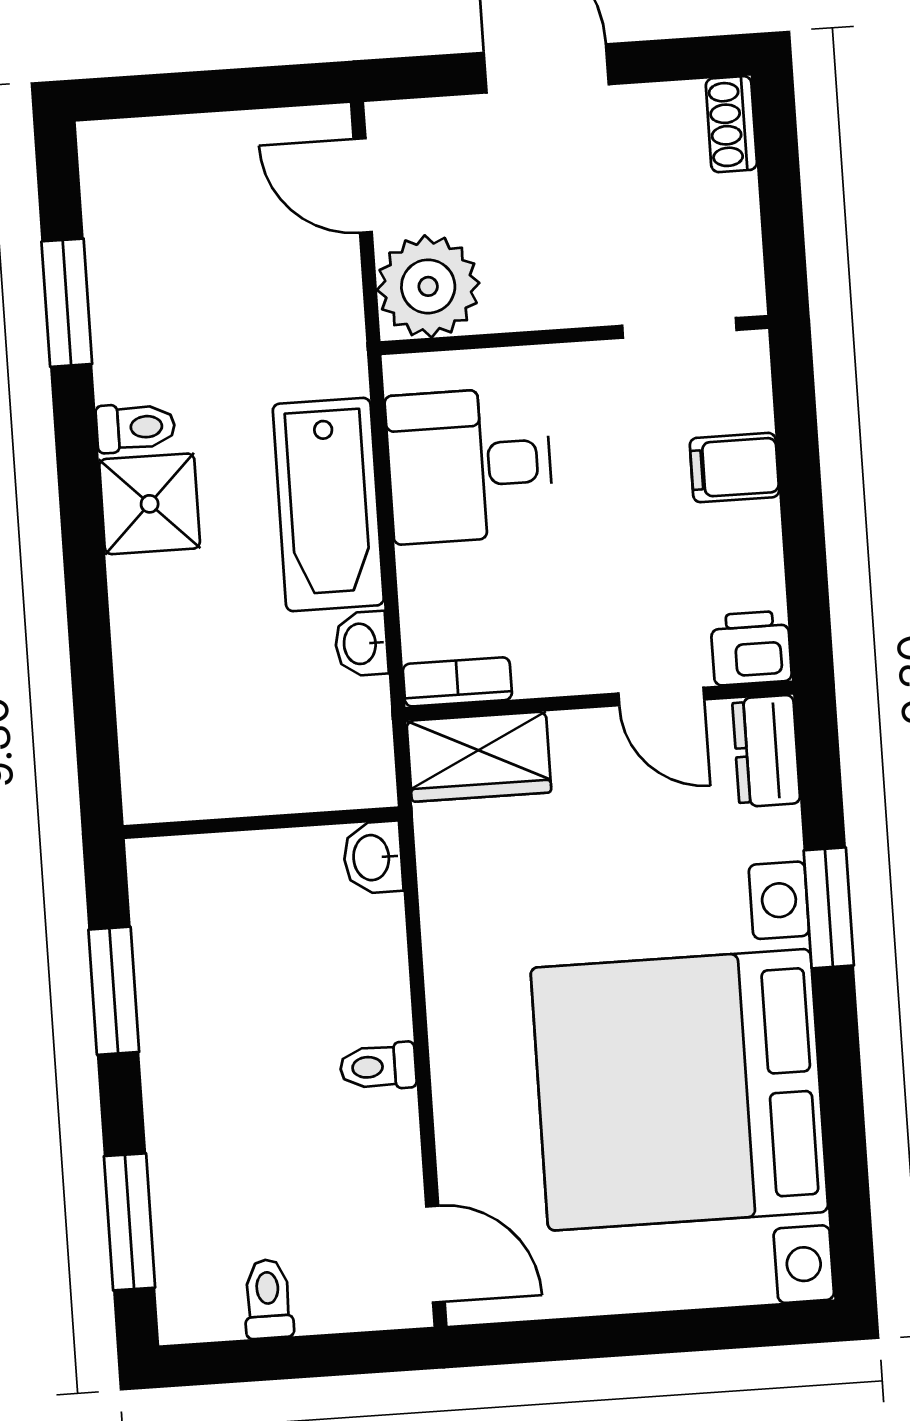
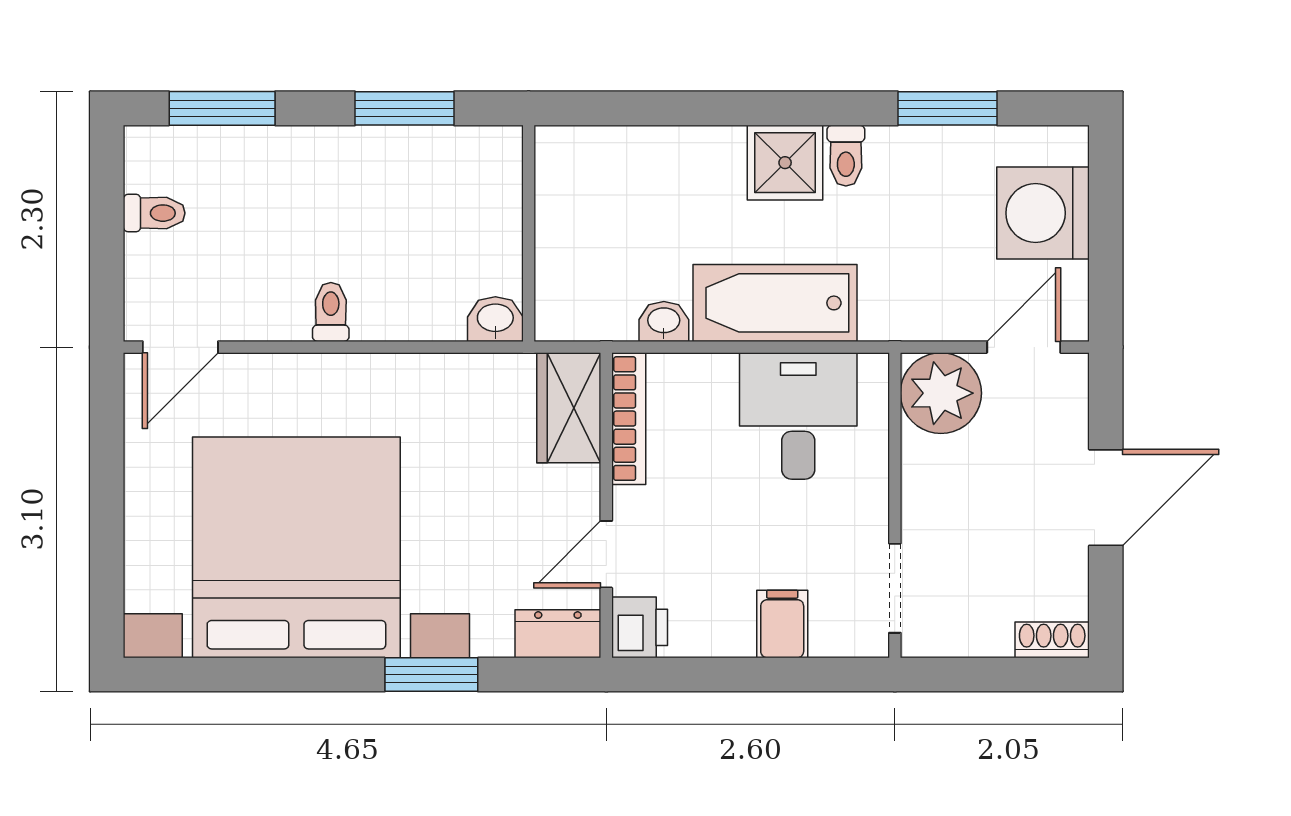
washing machine: (191, 173) -> (1043, 213), added
bookcase: (457, 682) -> (629, 419), width x1.56

